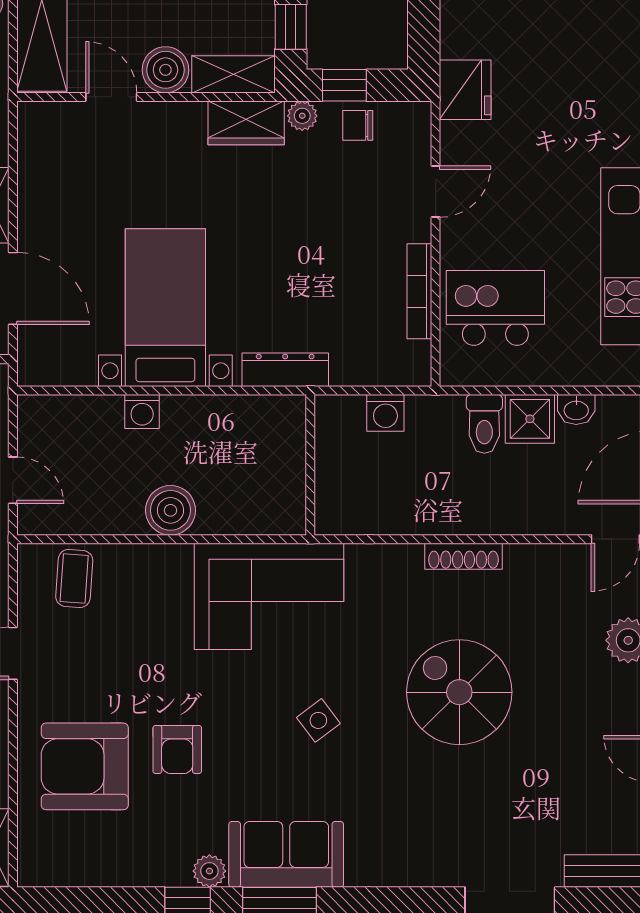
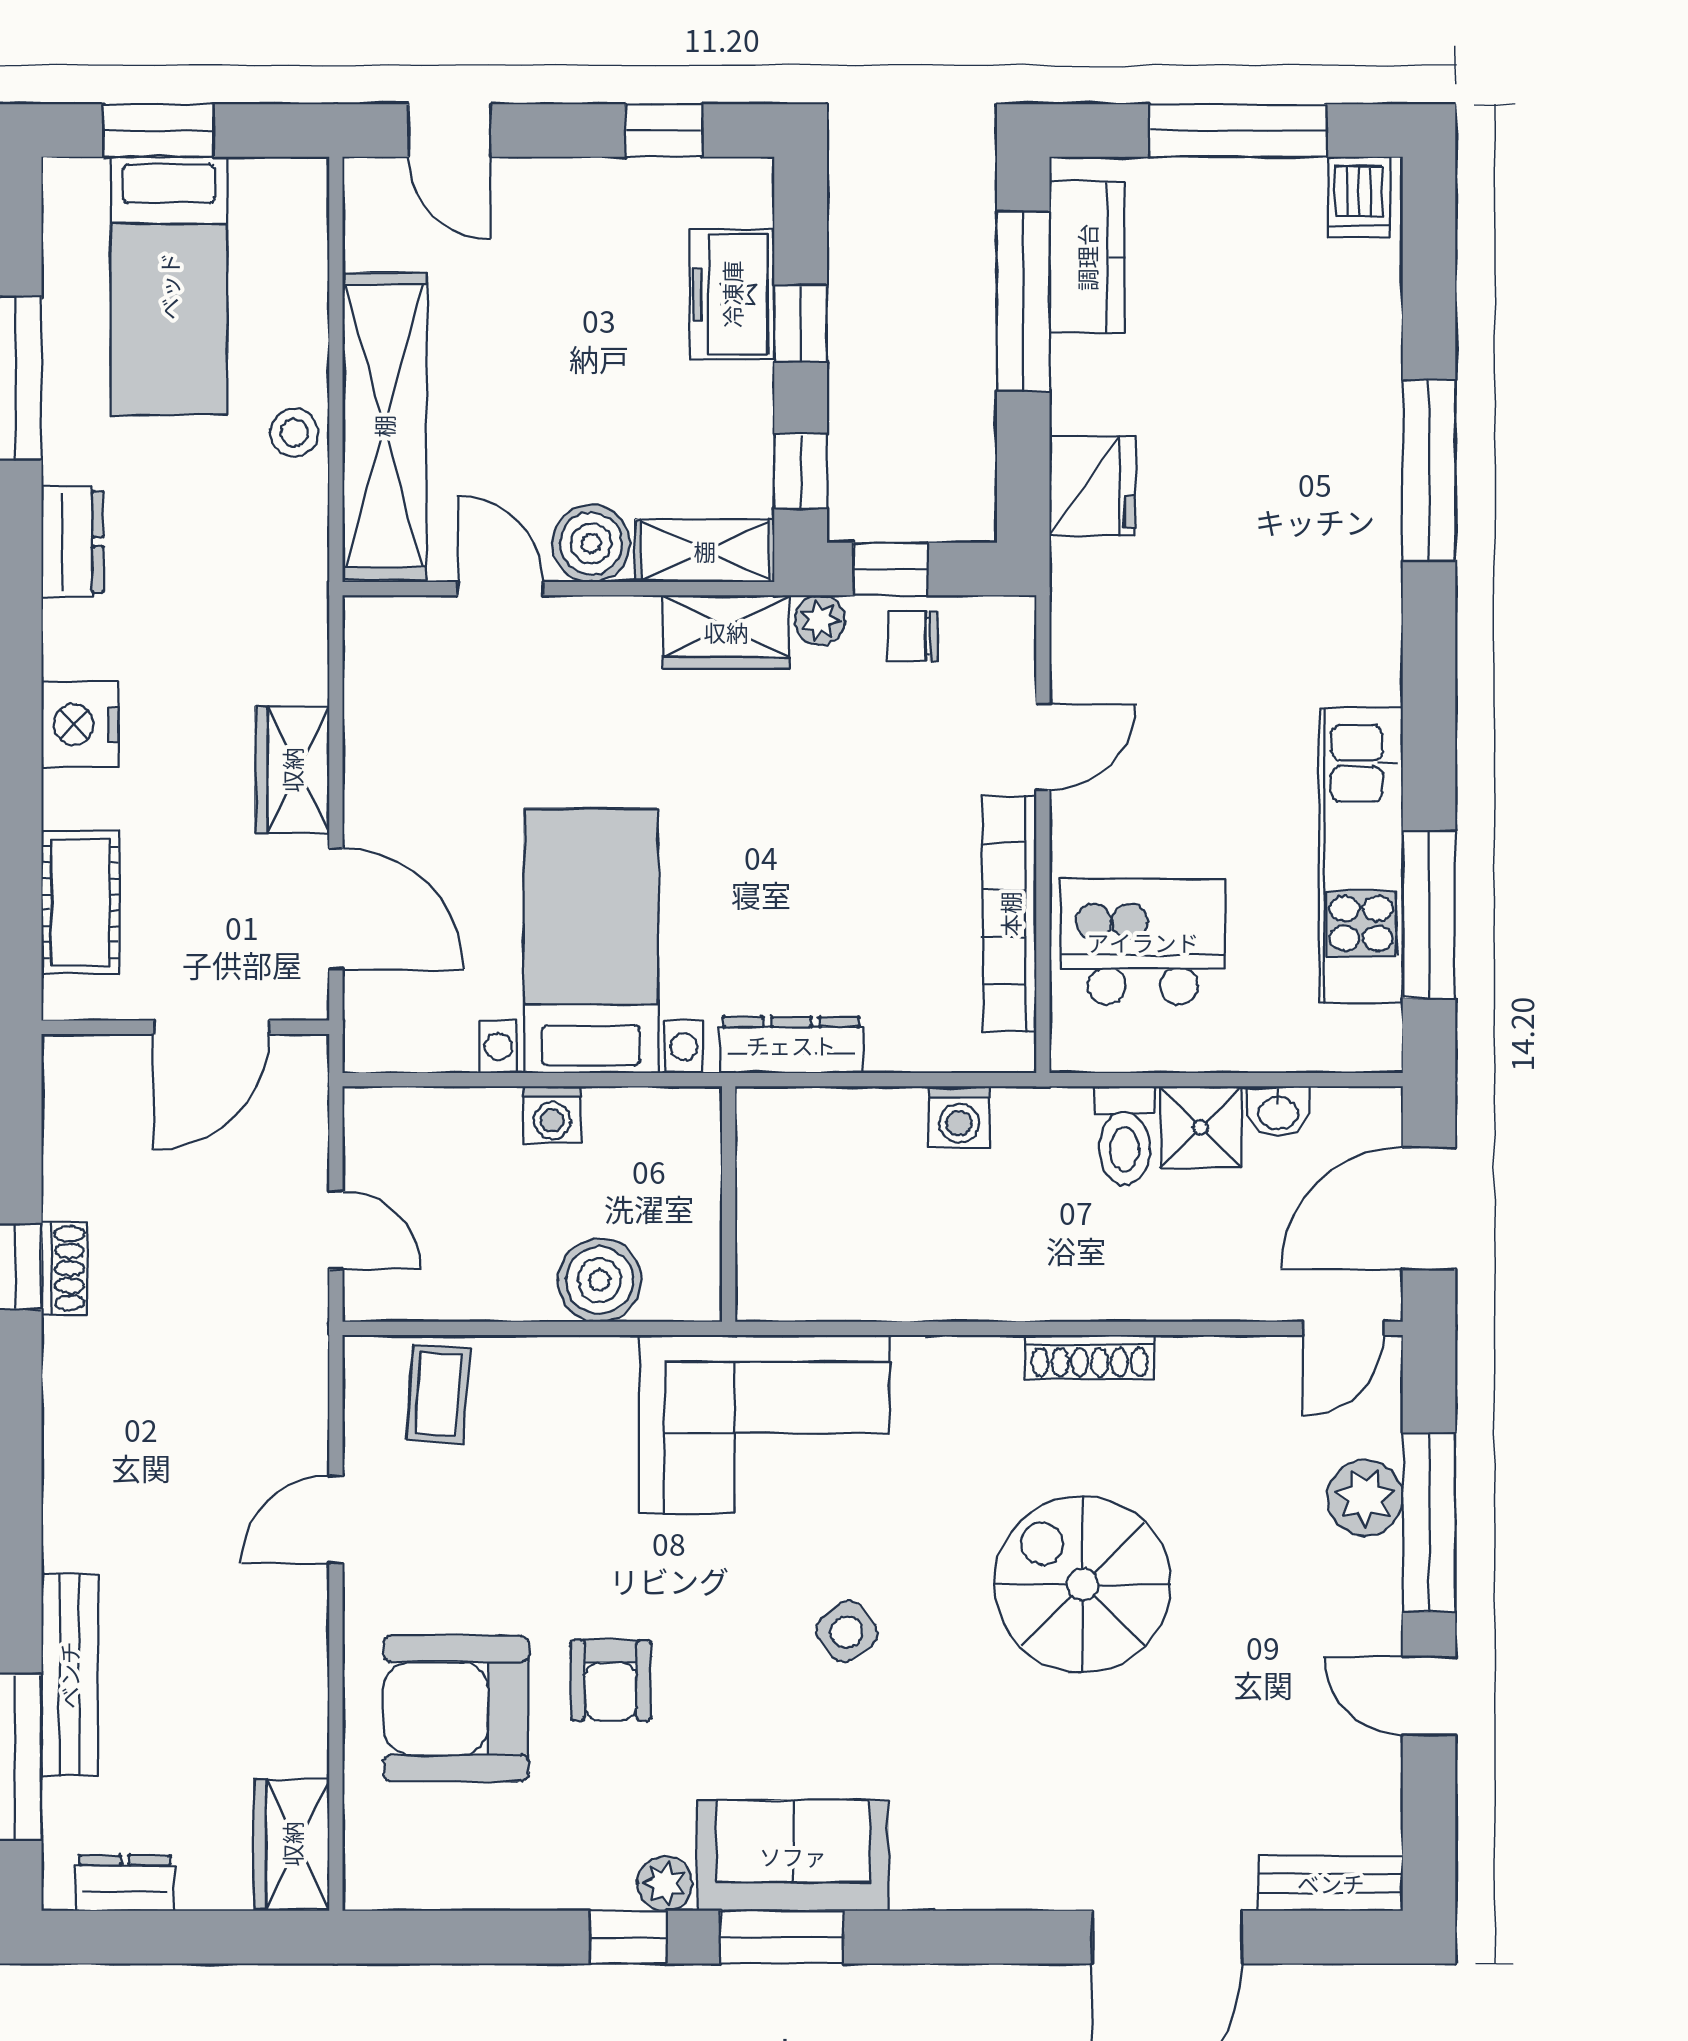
fridge: (465, 90) -> (1092, 486), moved
bookcase: (419, 291) -> (1010, 914), width x1.48, depth x1.31
wall: (310, 465) -> (729, 1204), moved

